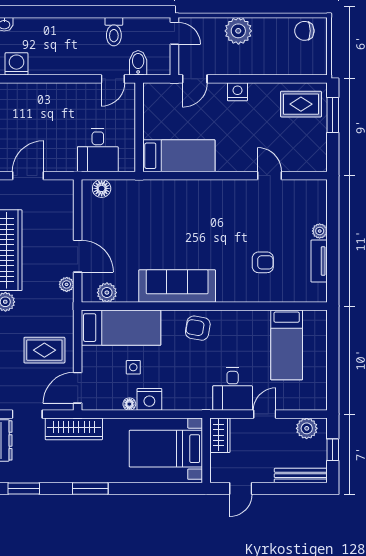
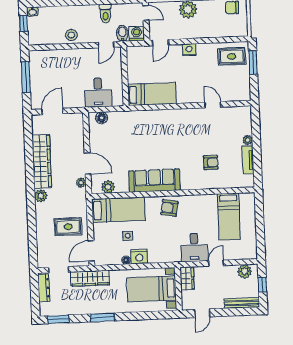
stool: (61, 62) -> (71, 35), added
washing machine: (16, 64) -> (137, 34), moved

